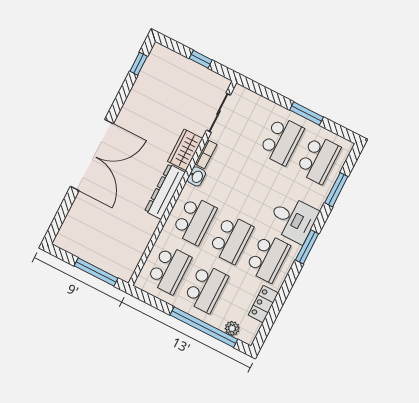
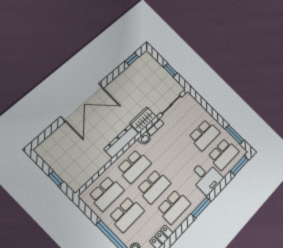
window: (307, 113) -> (234, 134), moved
window: (336, 190) -> (240, 166), moved
desk: (293, 219) -> (206, 177), moved
window: (96, 272) -> (56, 179), width x0.46

